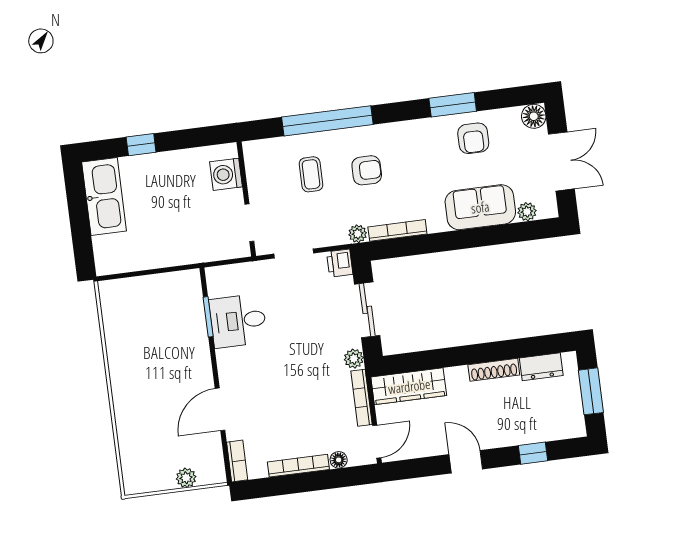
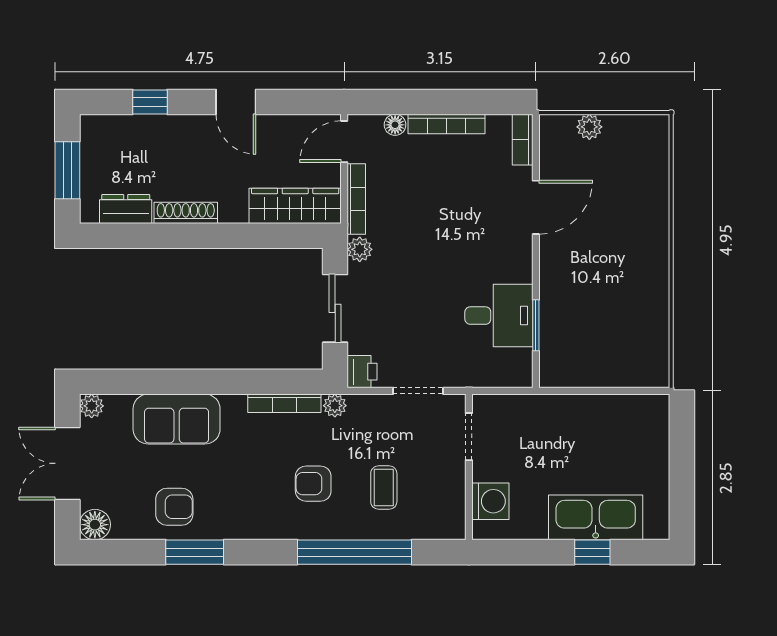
armchair: (473, 138) -> (174, 507), turned 90
kitchen sink: (104, 197) -> (596, 517), moved, turned 90
plant: (527, 212) -> (92, 406), moved

